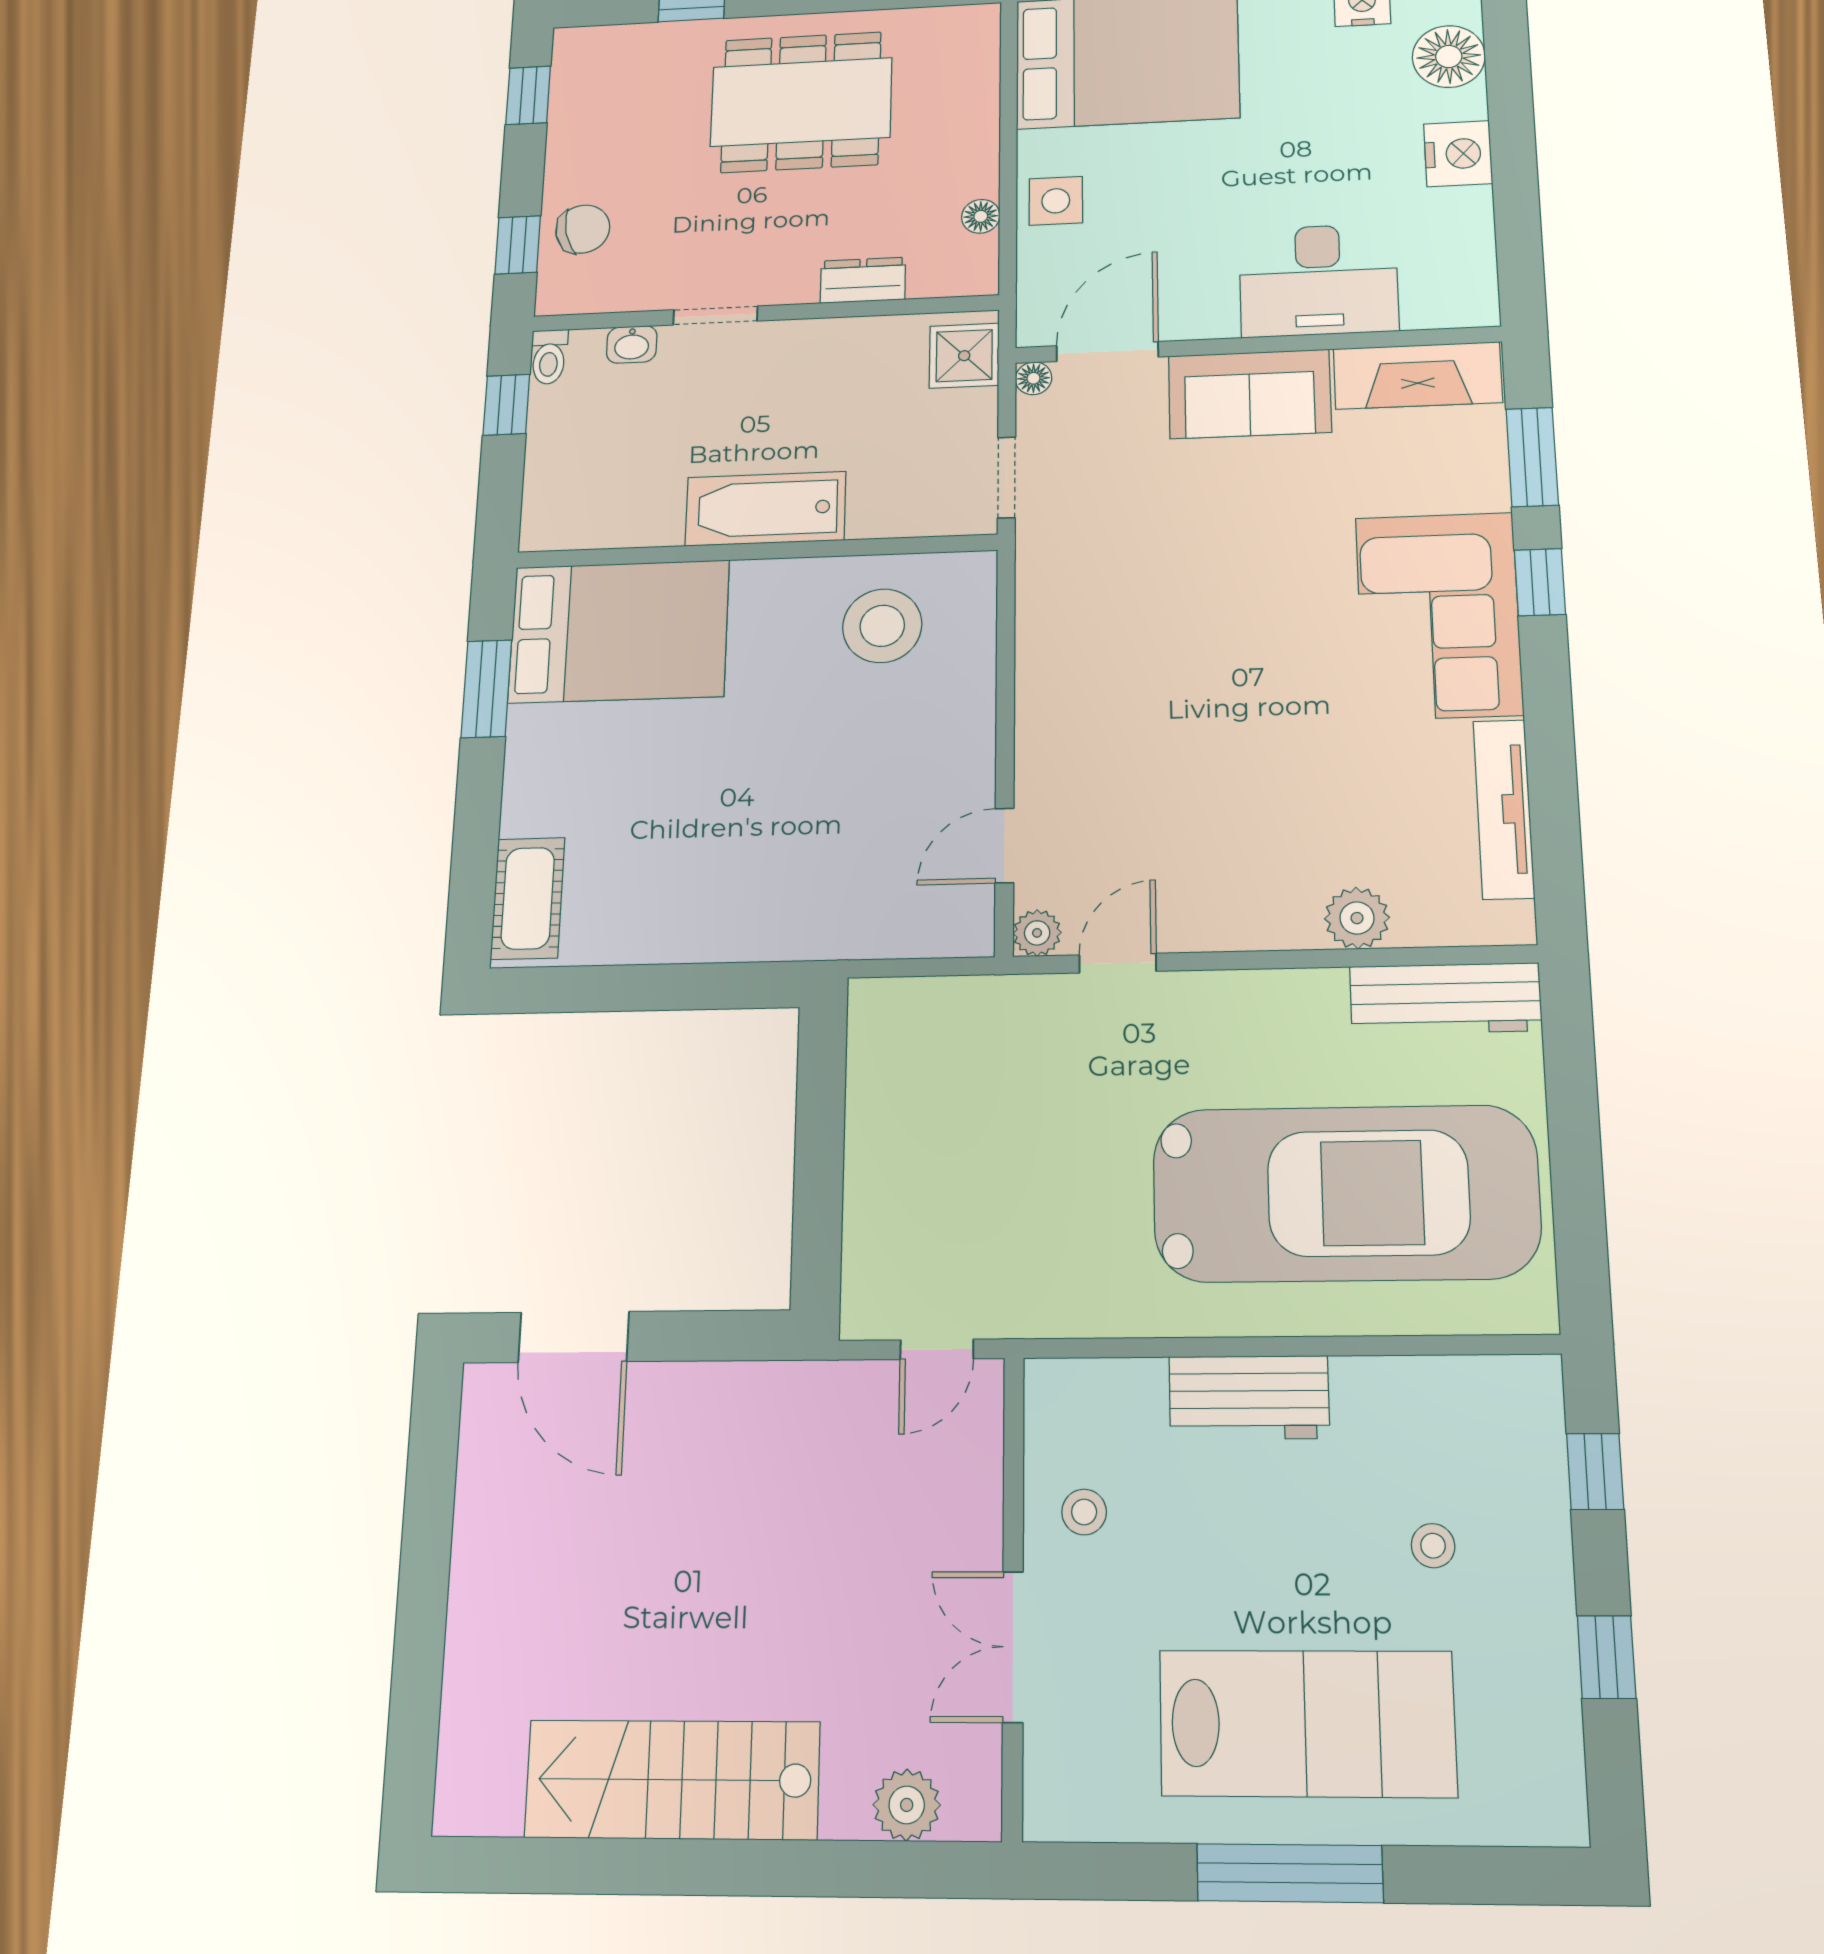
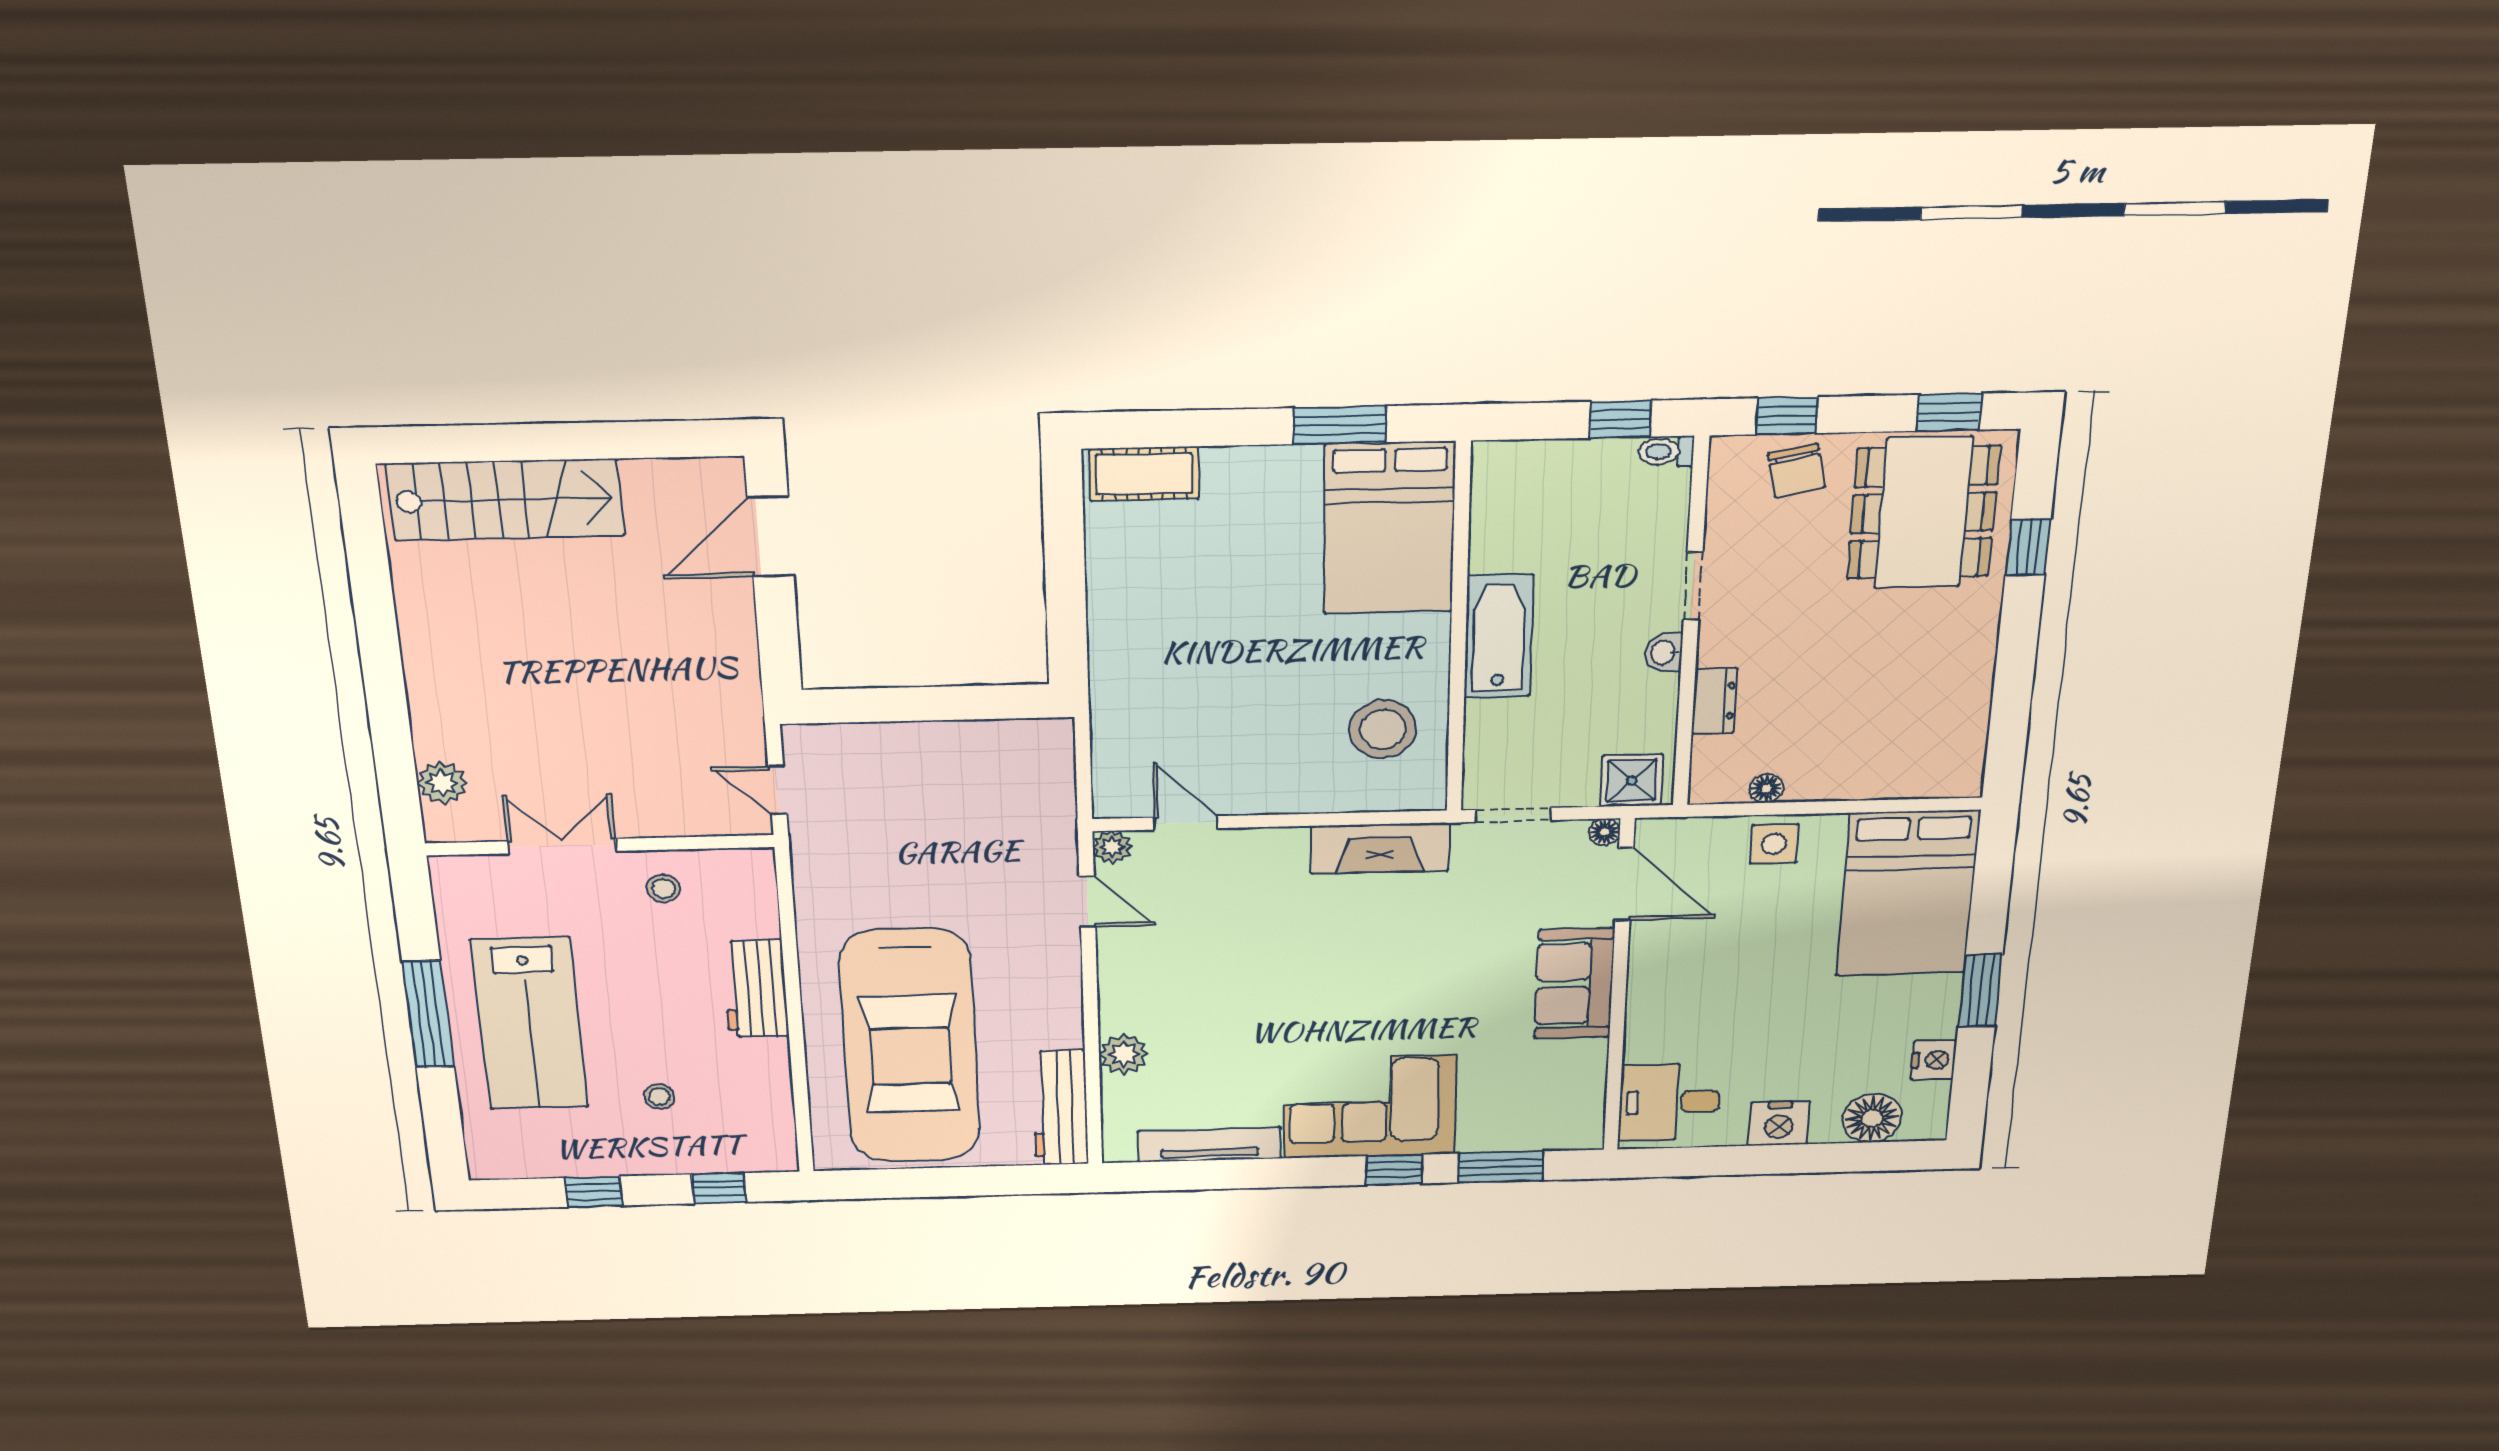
dining table: (801, 102) -> (1923, 513), moved
desk: (1318, 280) -> (1669, 1102), moved, width x0.73
washbasin: (632, 344) -> (1664, 653), moved
fireplace: (1418, 376) -> (1380, 848), moved, turned -90
stairs: (672, 1780) -> (506, 500), moved, turned 90

